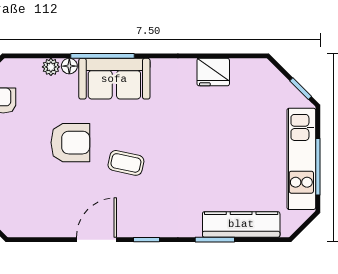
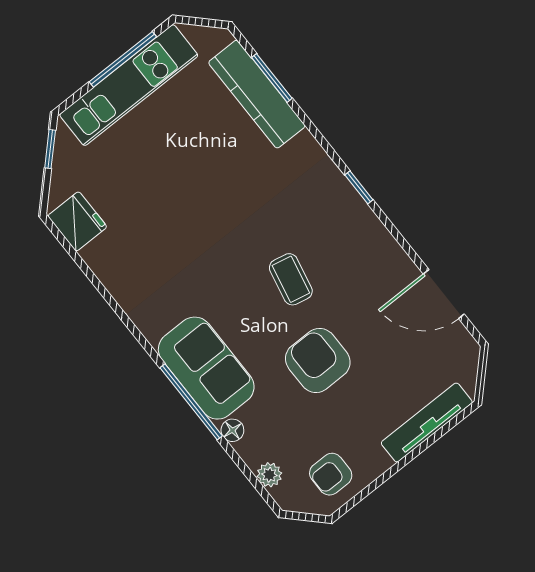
plant: (51, 67) -> (269, 475), moved
fridge: (213, 72) -> (77, 221), moved
door: (96, 240) -> (444, 294), moved
window: (215, 240) -> (272, 78), moved

